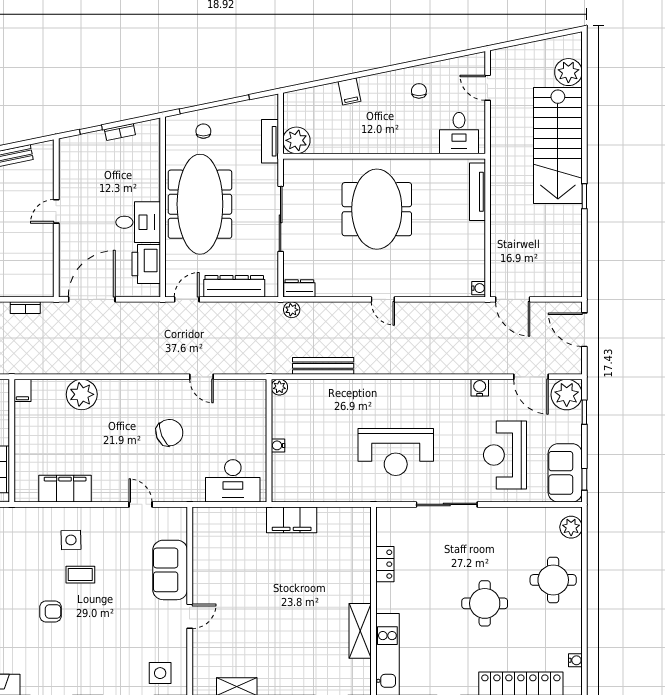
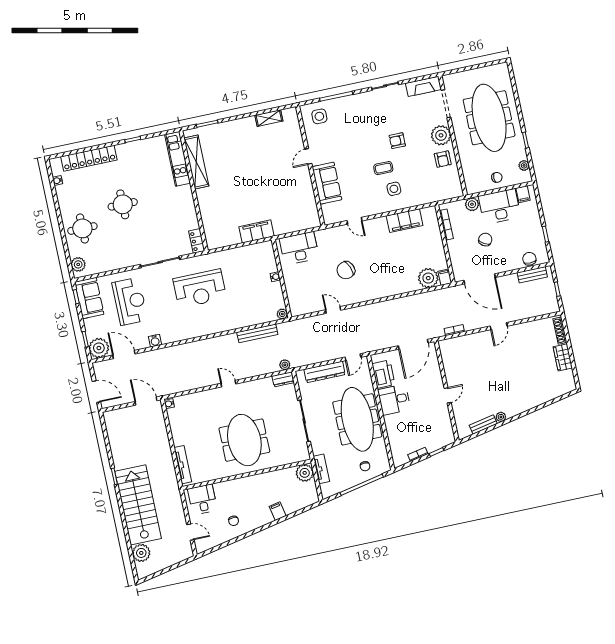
plant: (82, 394) -> (428, 278), moved
reception desk: (396, 452) -> (200, 288), turned 180
locker: (385, 564) -> (197, 241), moved
shelving: (360, 631) -> (196, 162), width x1.47

